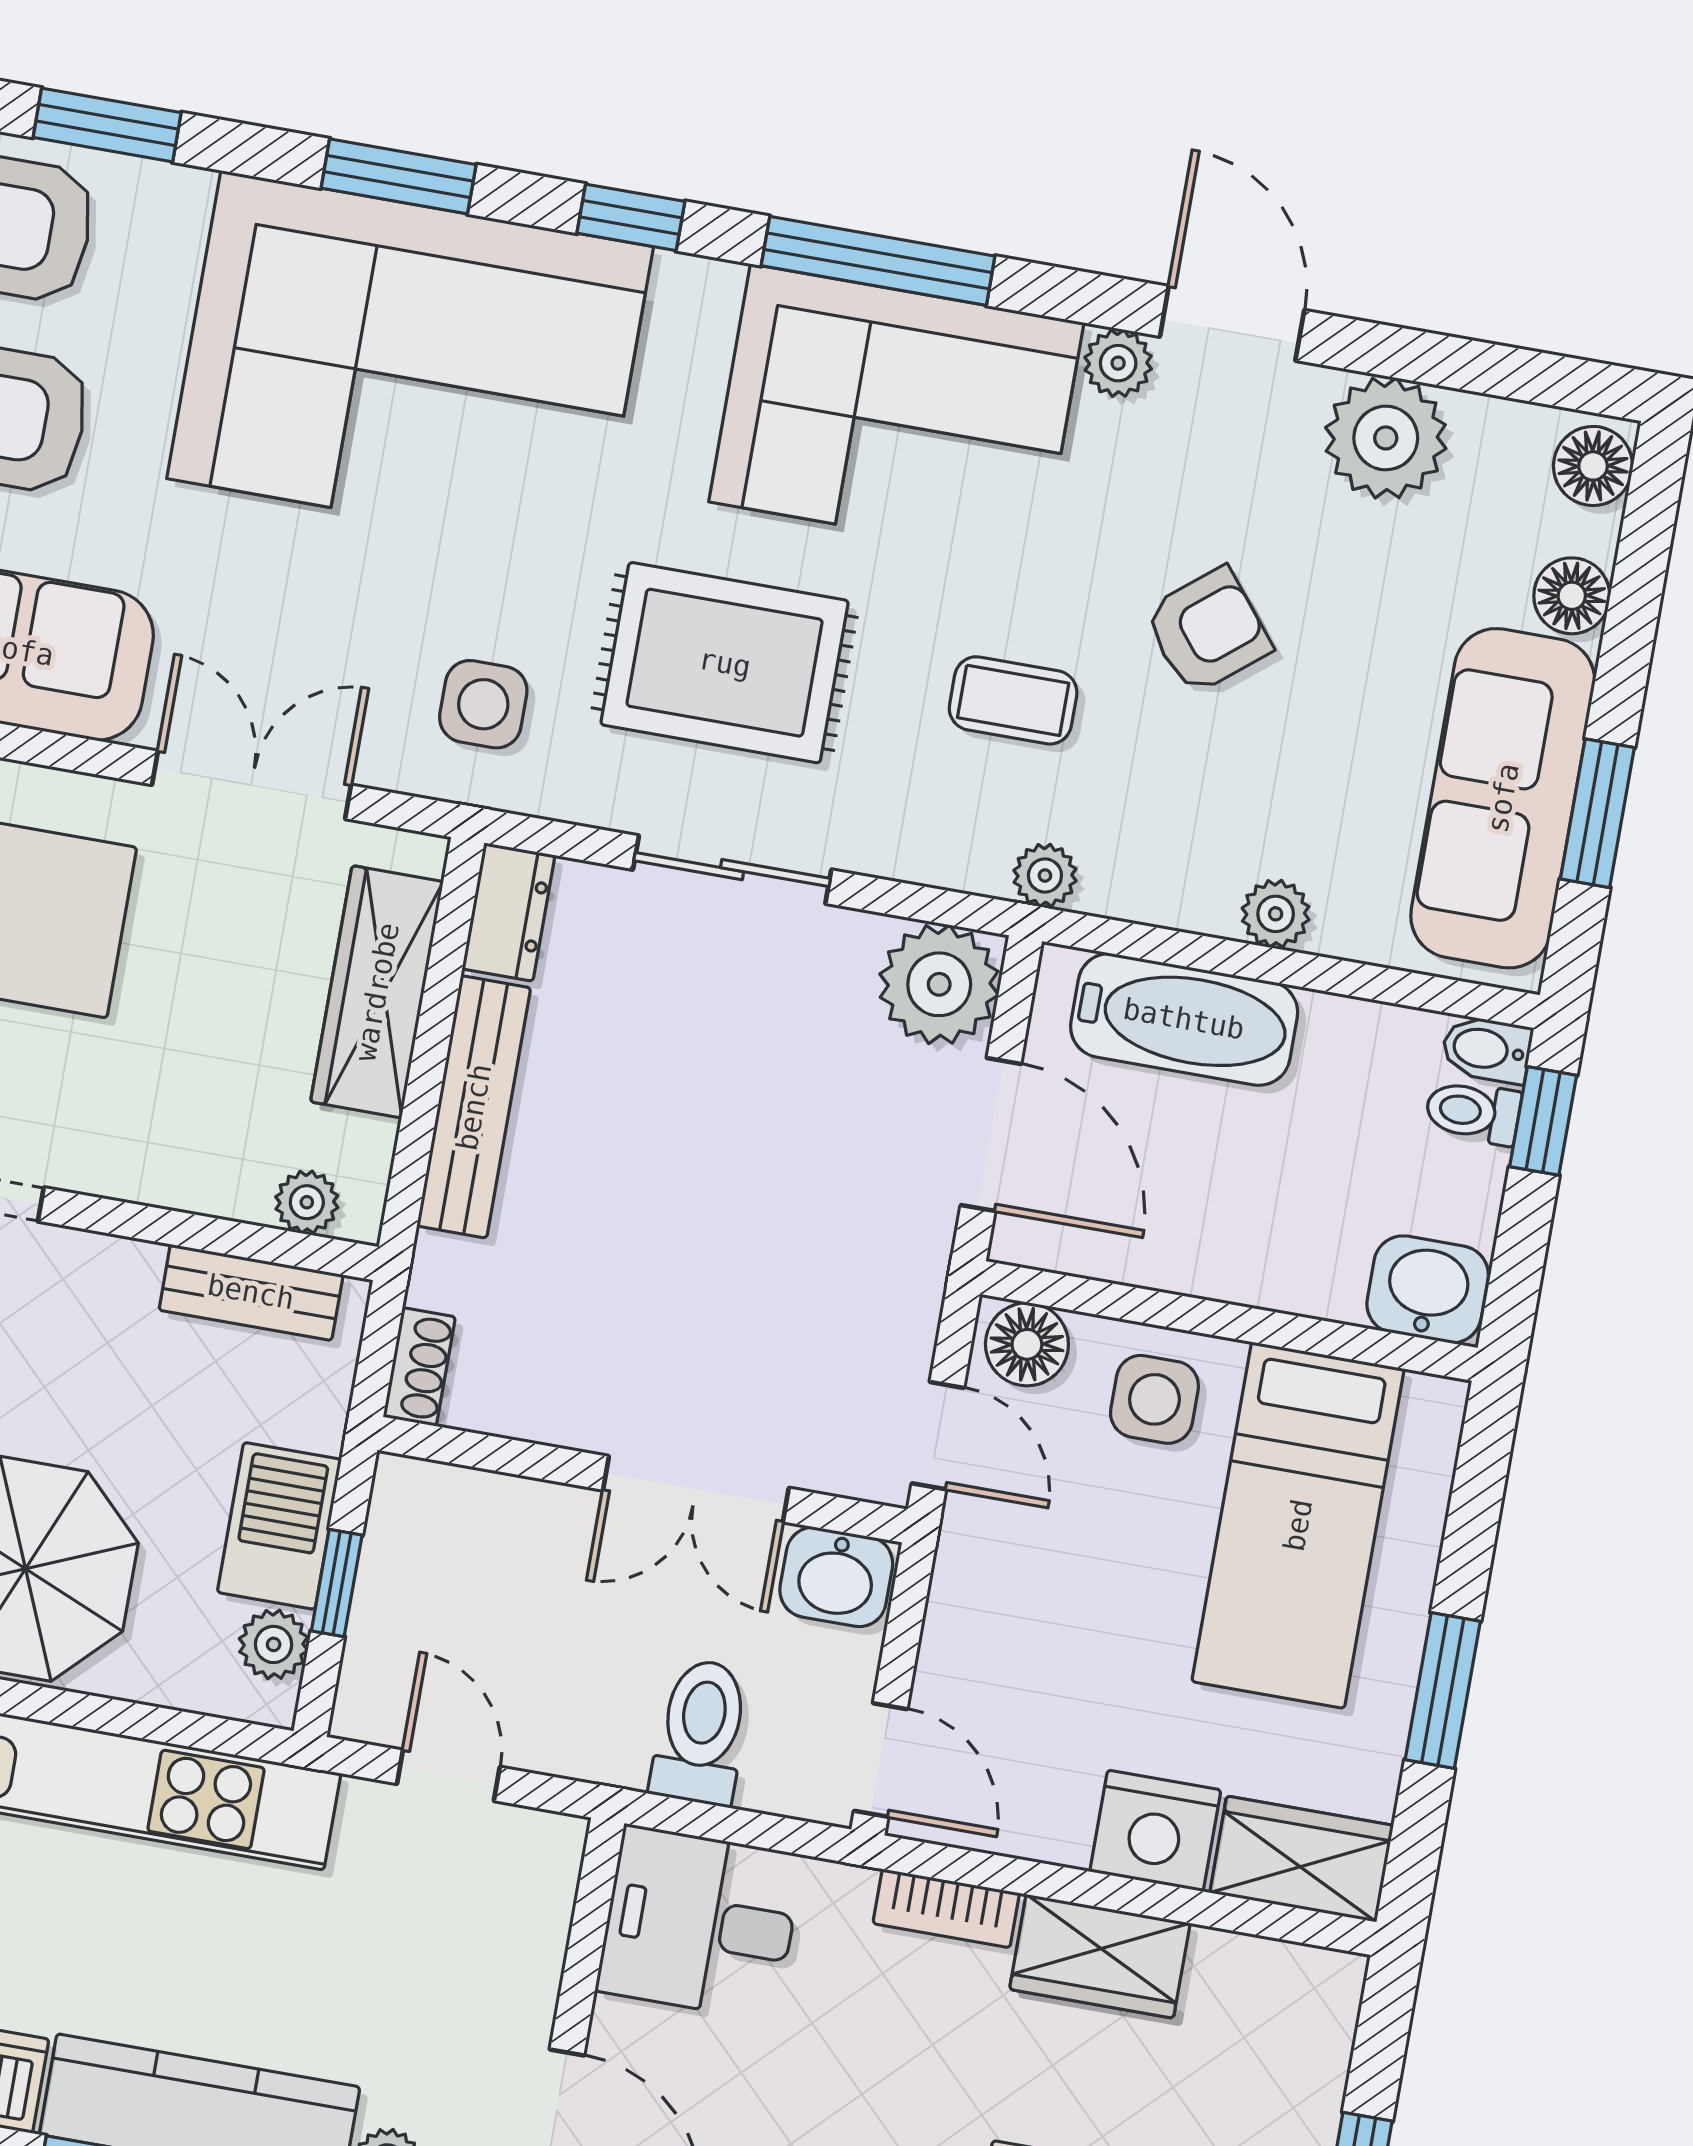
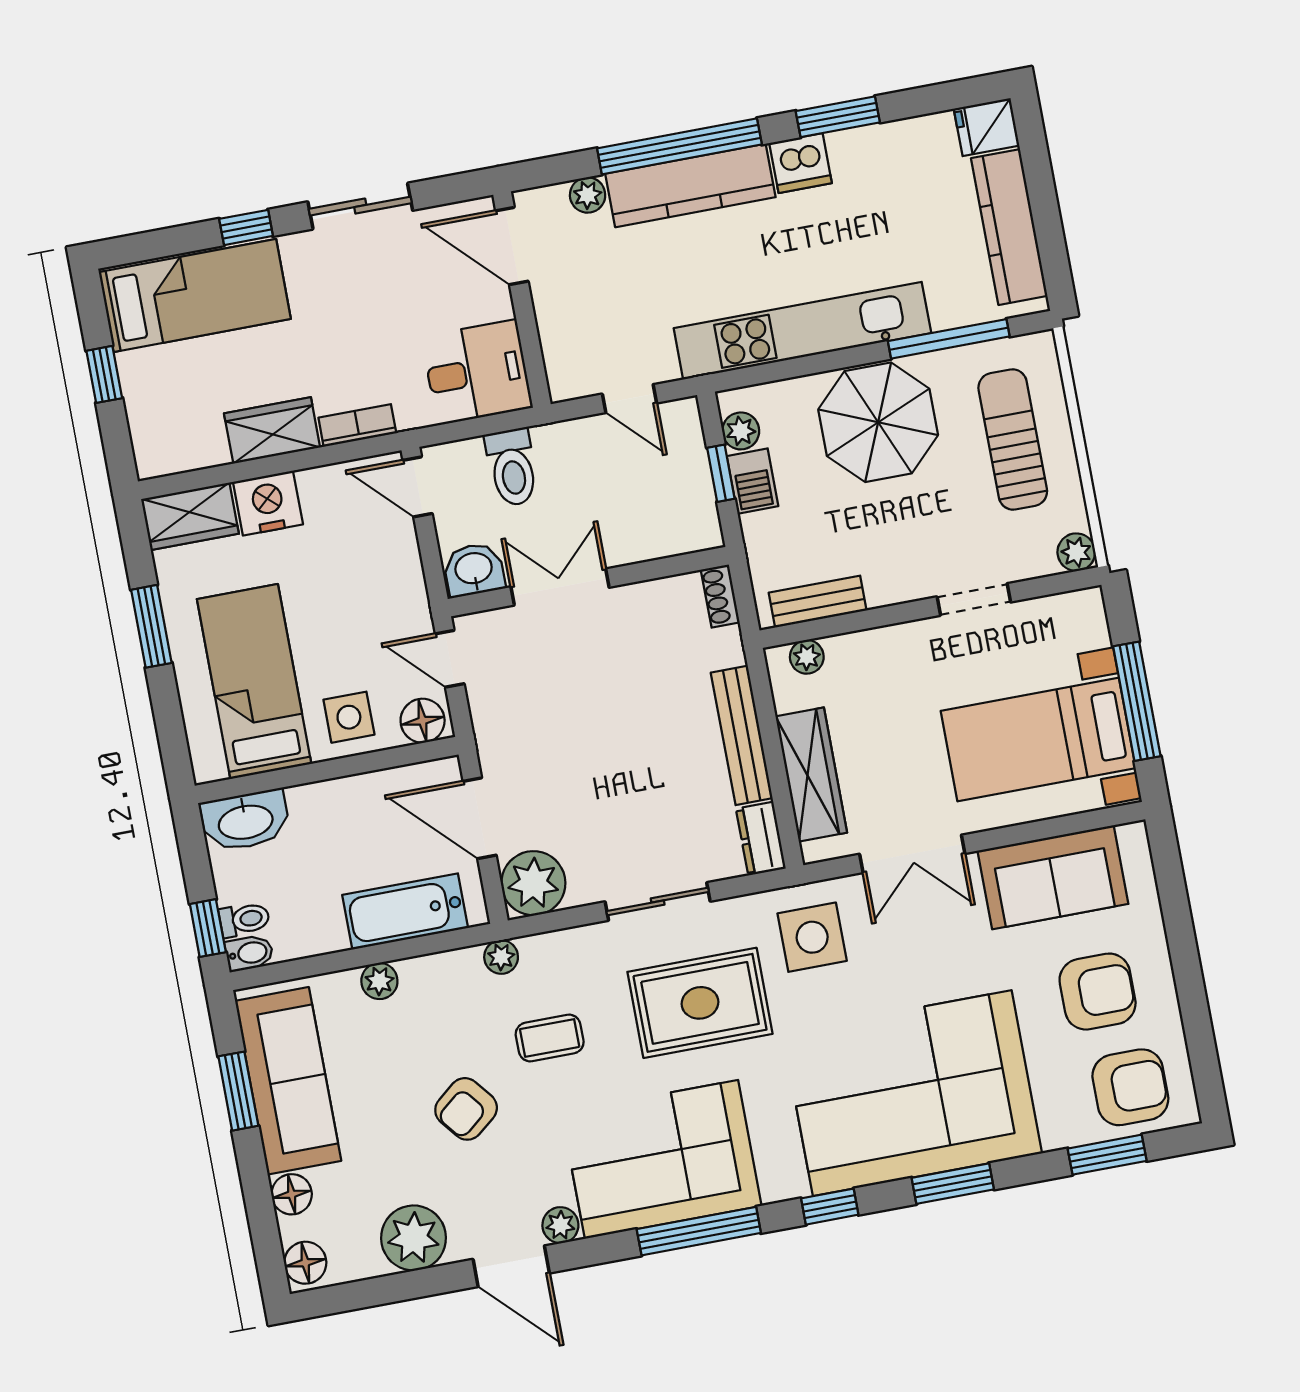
side table: (483, 704) -> (812, 937), width x1.37, depth x1.37
washbasin: (1428, 1289) -> (245, 821), width x1.38
barbecue: (279, 1526) -> (753, 481), width x0.73, depth x0.79

